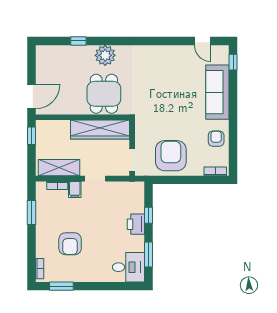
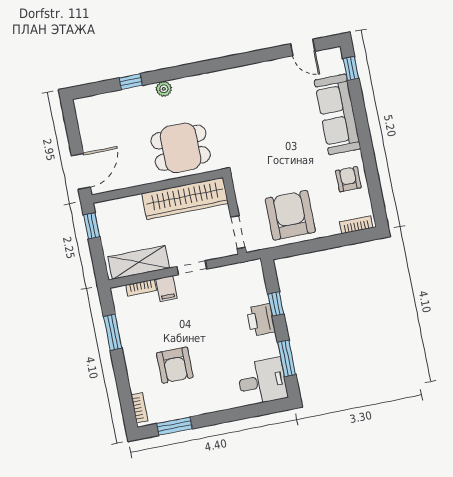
plant: (105, 55) -> (164, 89), width x0.53, depth x0.53
dining table: (104, 94) -> (181, 148), turned 90

